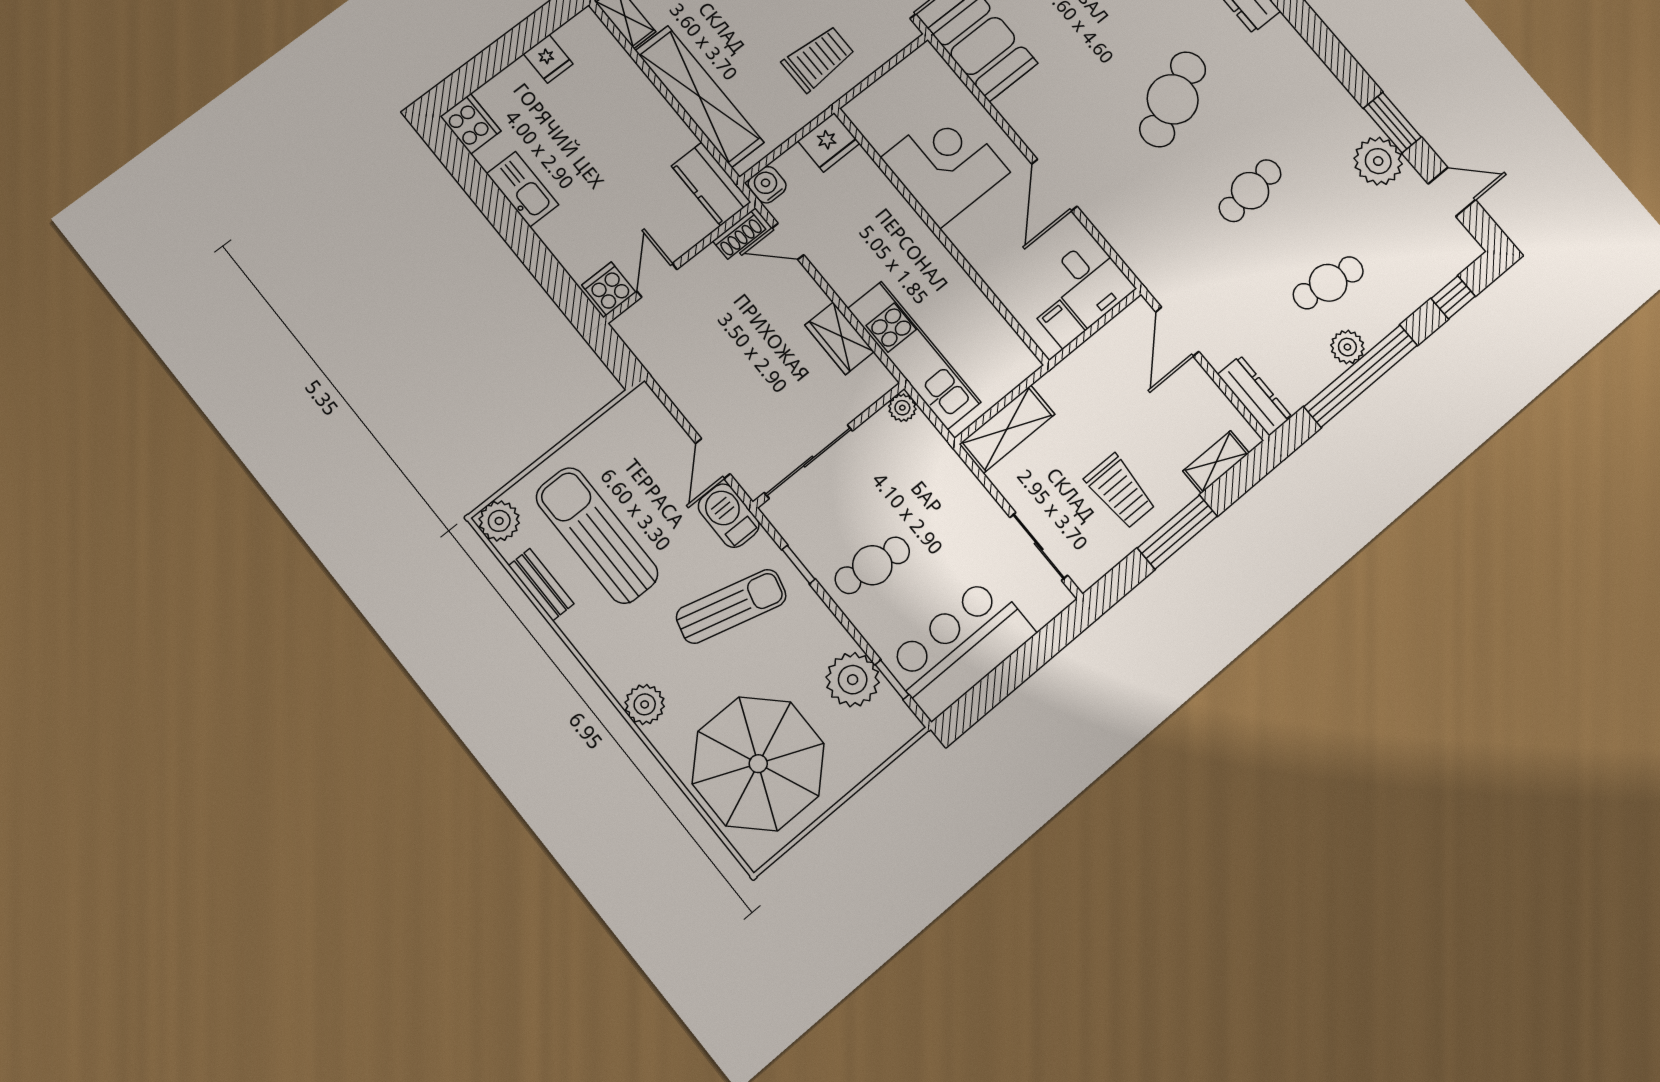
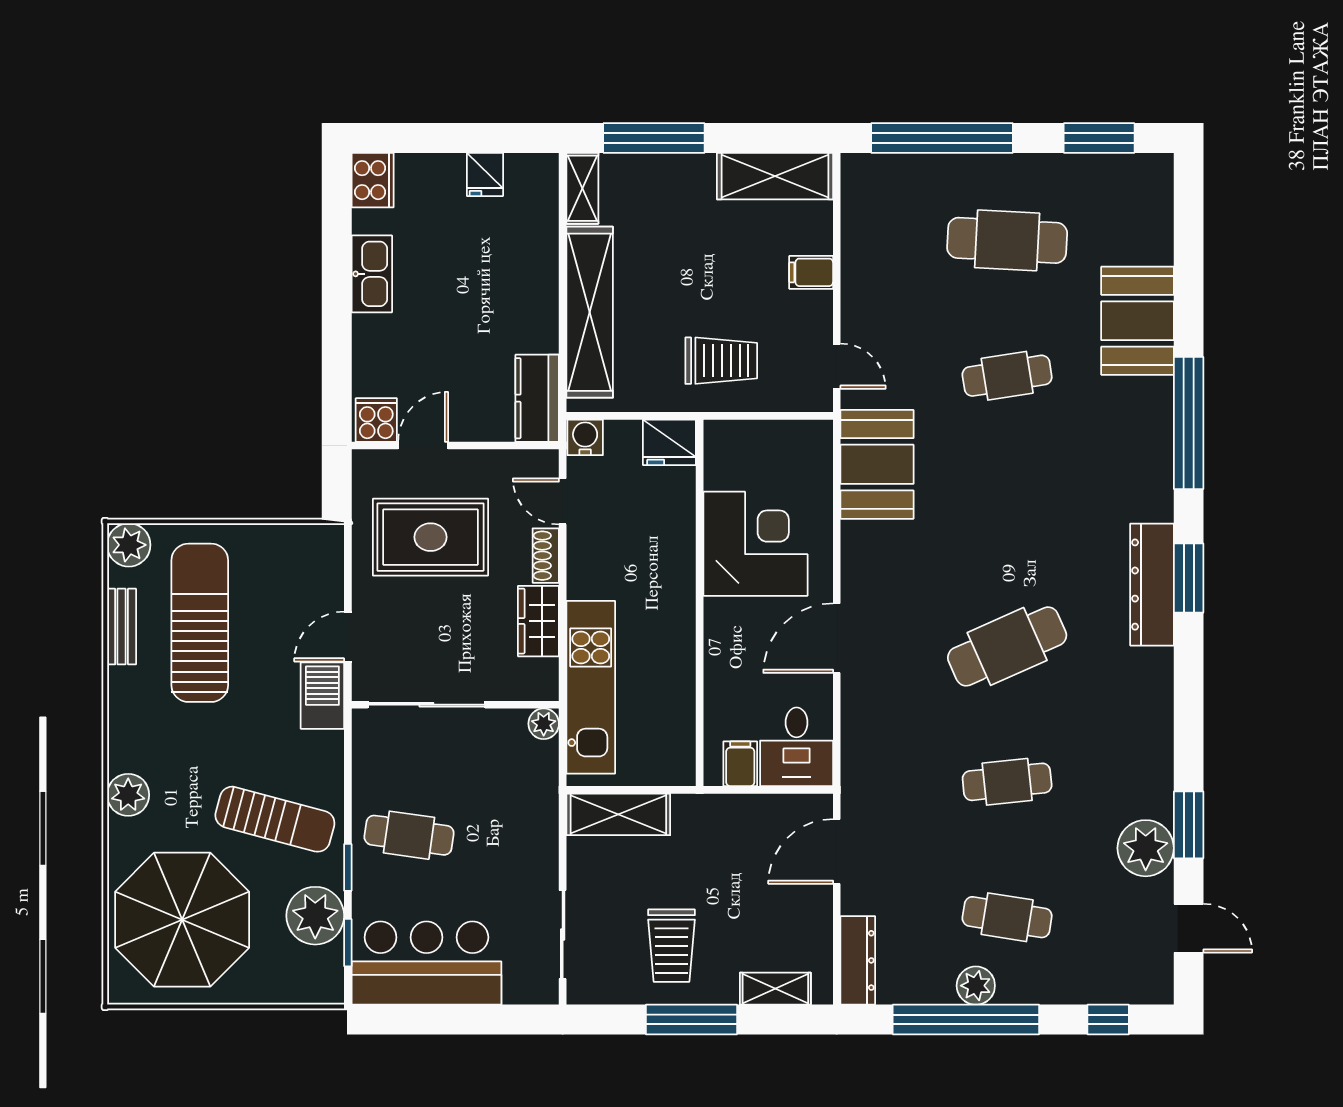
shoe rack: (739, 235) -> (546, 556), moved, turned 90
rug: (715, 341) -> (431, 537), added
window: (798, 564) -> (348, 867), moved
sun lounger: (731, 606) -> (275, 819), moved

